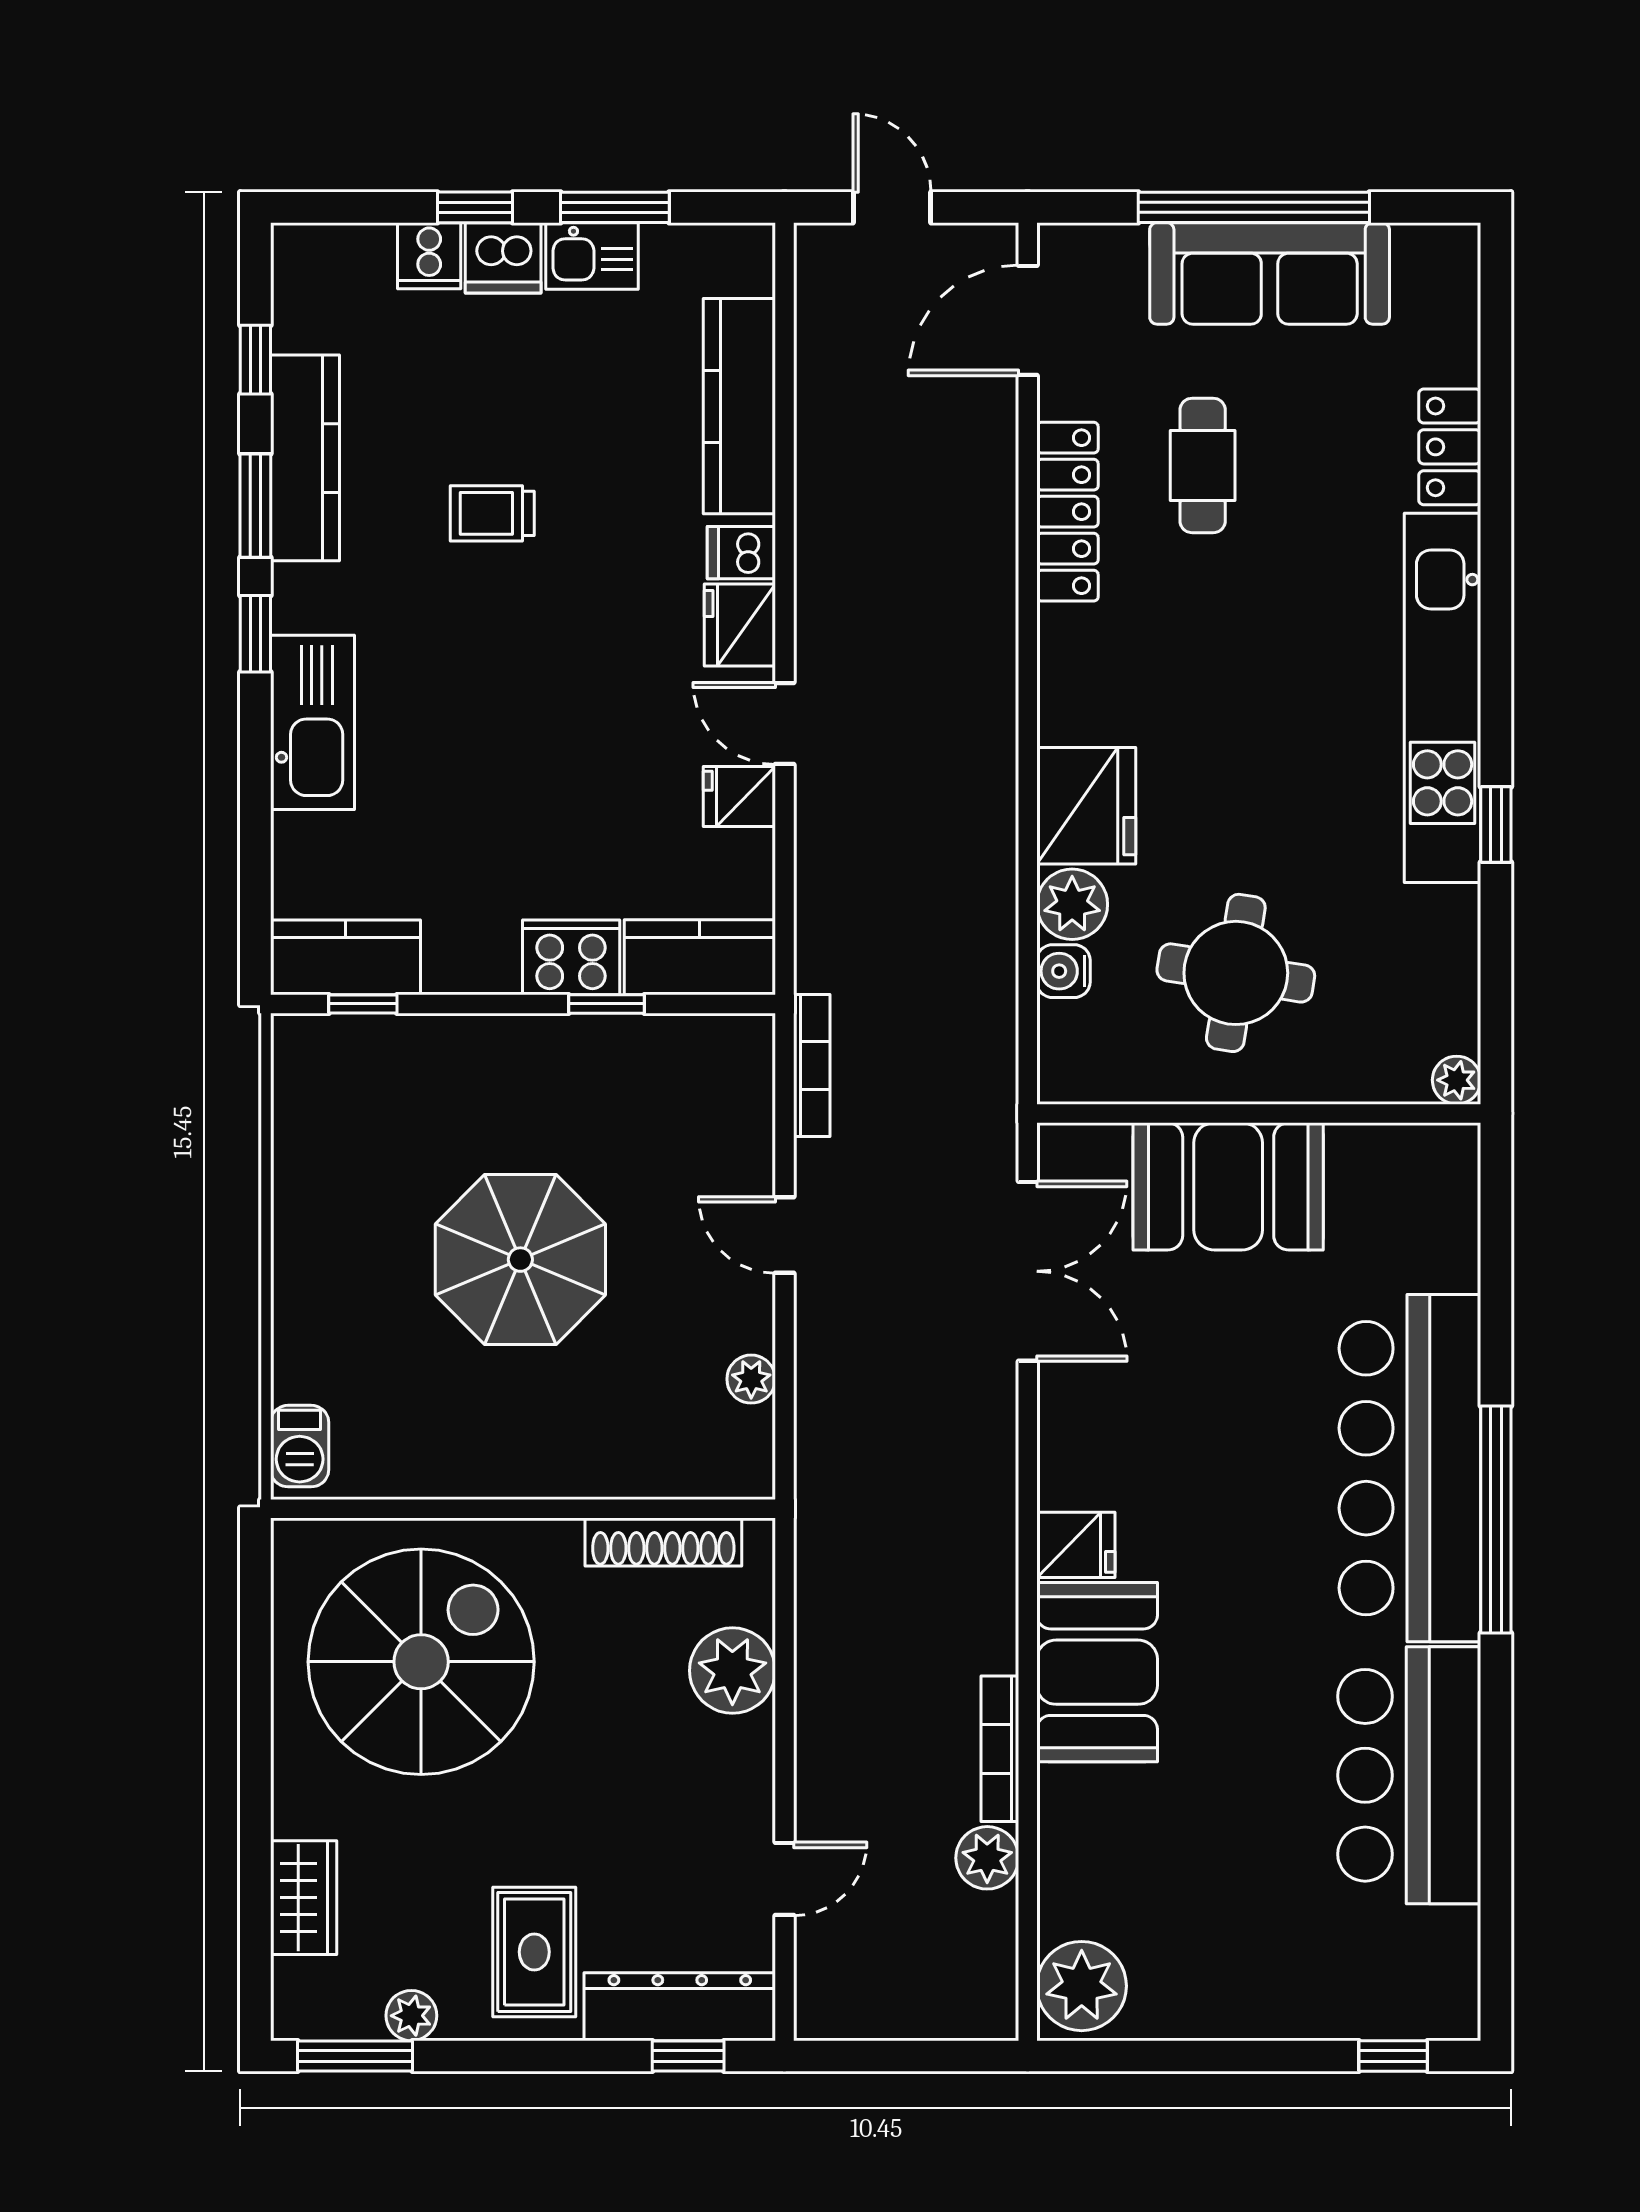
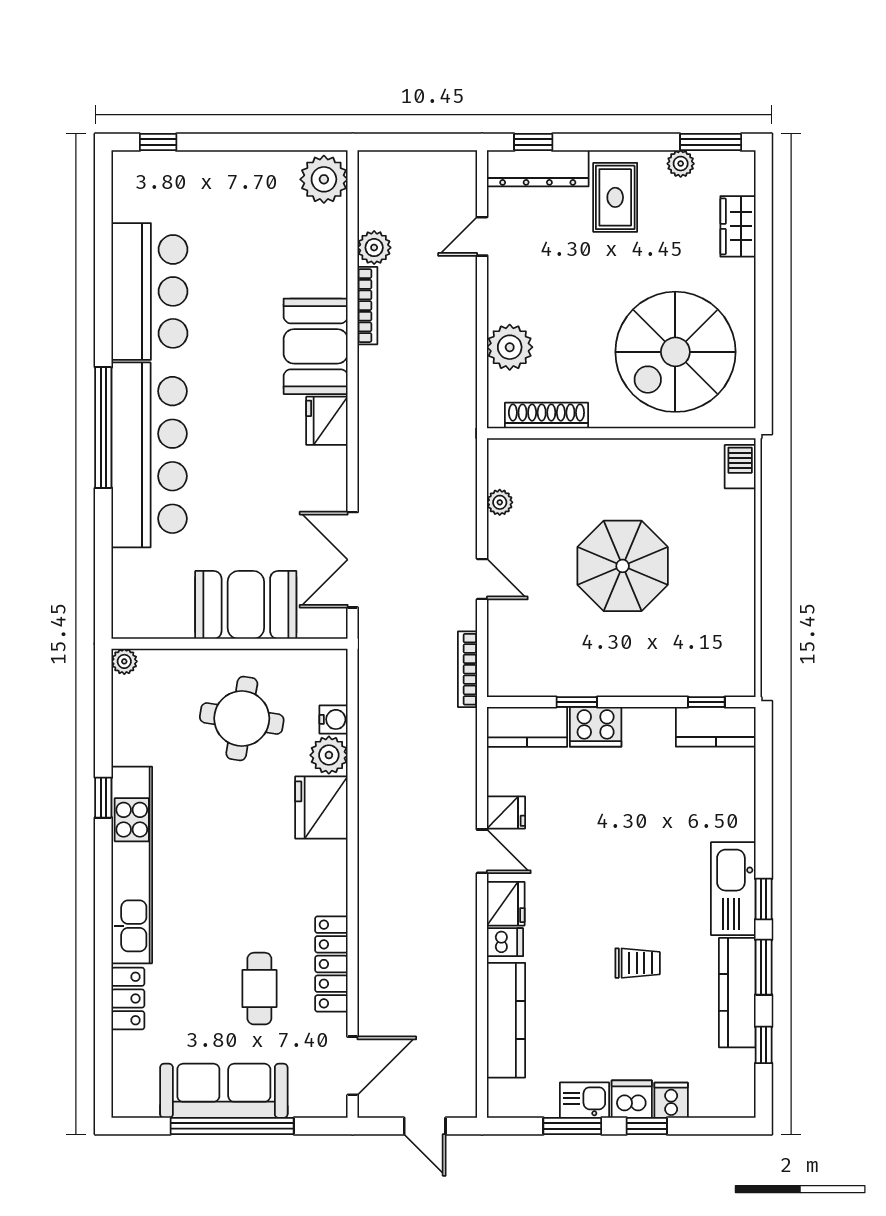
kitchen sink: (313, 722) -> (733, 889), moved
fridge: (1076, 1545) -> (327, 421), width x1.38

